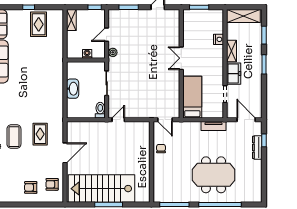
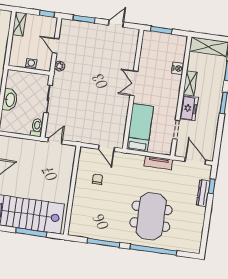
door: (107, 35) -> (56, 46), hinge flipped
wall: (151, 162) -> (72, 190), moved
meeting table: (214, 175) -> (151, 216), turned 90

